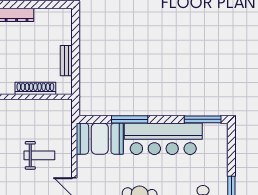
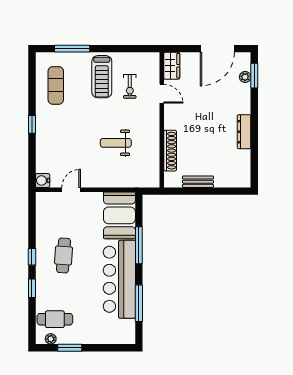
window: (203, 119) -> (139, 303), moved
weight bench: (39, 155) -> (116, 143), moved, turned 90

